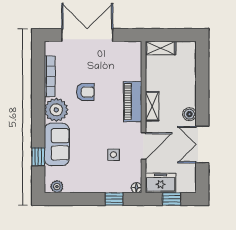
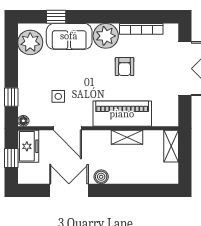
piano: (133, 102) -> (122, 114), width x1.37, depth x1.33
shelving: (152, 106) -> (127, 137), moved
plant: (57, 187) -> (30, 42), width x1.88, depth x1.88

